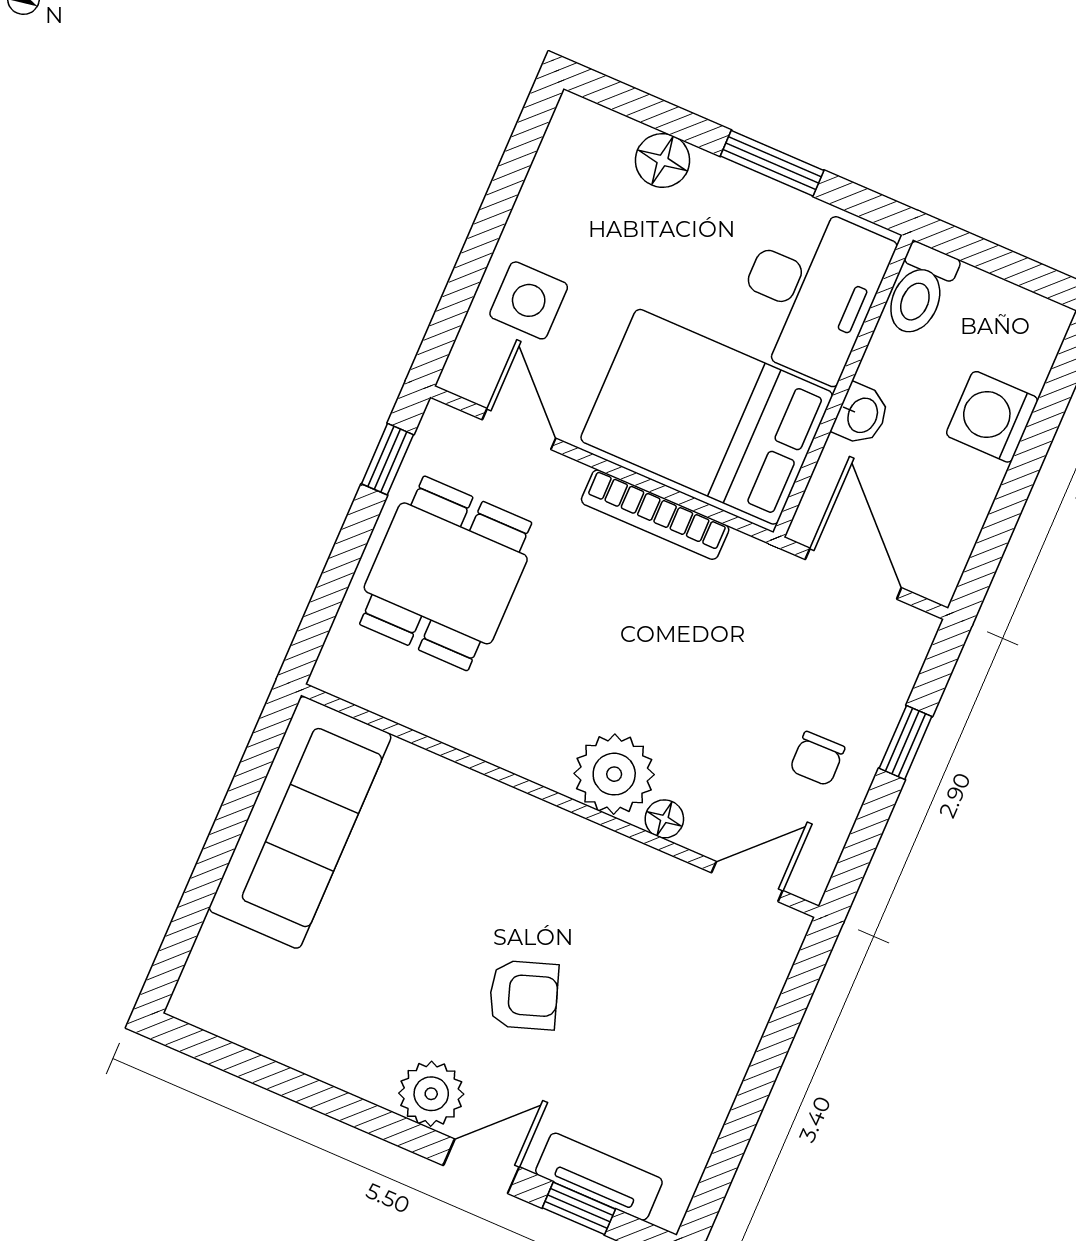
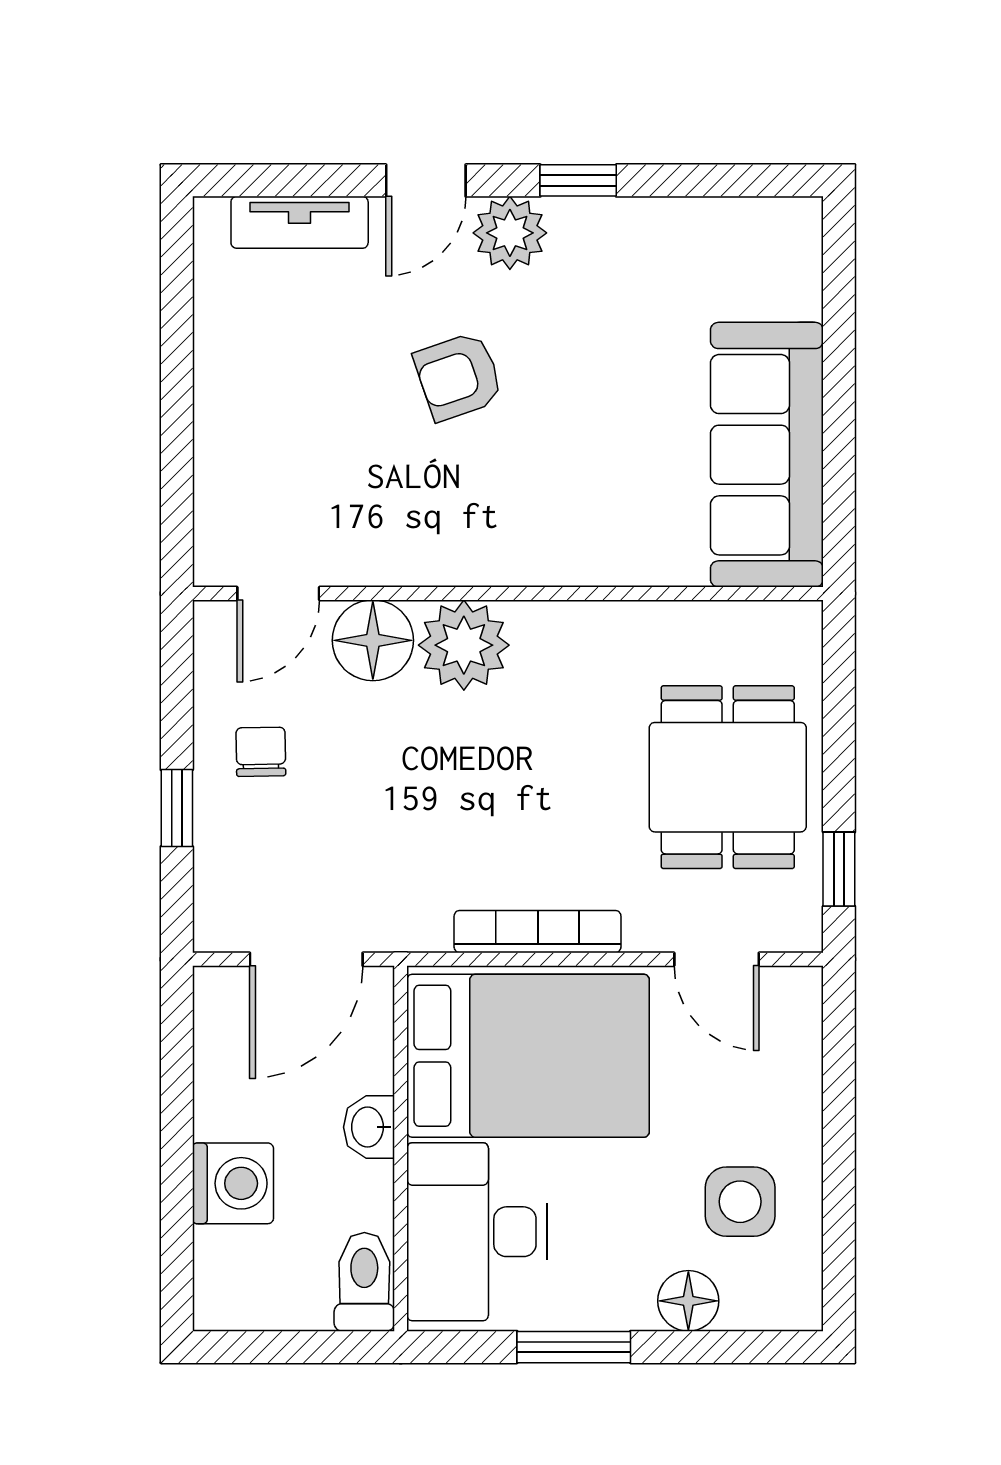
side table: (529, 300) -> (740, 1202), moved
door: (853, 574) -> (306, 959), hinge flipped
floor lamp: (664, 819) -> (373, 640), width x1.89, depth x1.89
window: (579, 1208) -> (578, 180), moved

